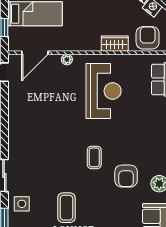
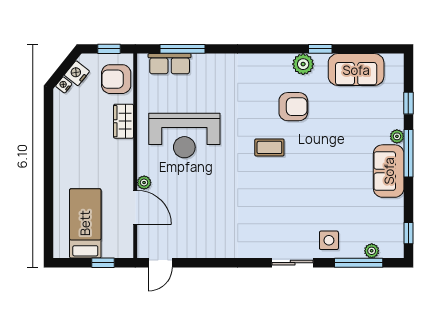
door: (35, 53) -> (135, 207), moved
reception desk: (103, 91) -> (184, 136), turned 180
coffee table: (66, 208) -> (334, 183), removed

